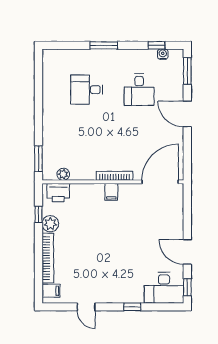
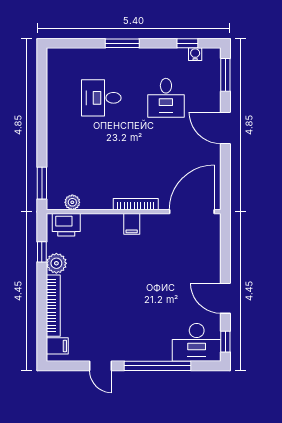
window: (132, 307) -> (157, 366), width x3.17

